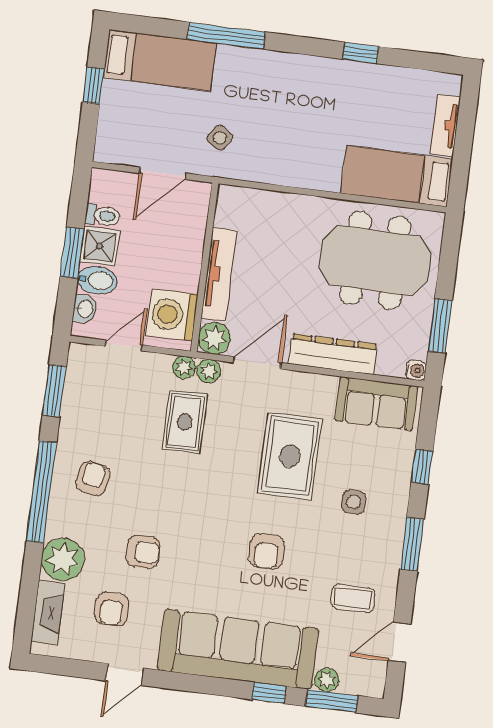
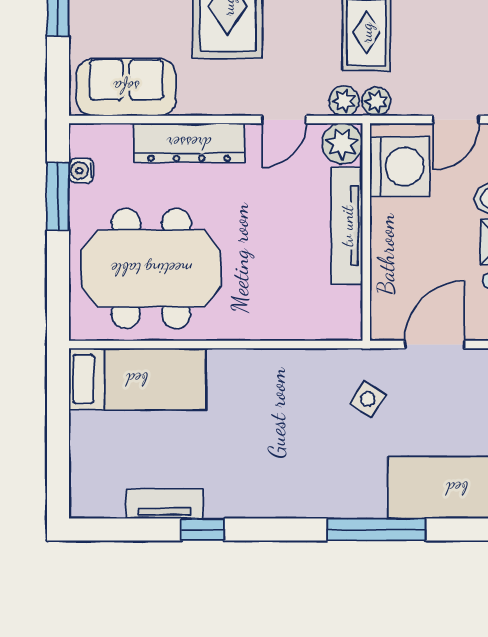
tv unit: (446, 125) -> (164, 504), moved, turned -90
door: (257, 363) -> (284, 120), width x0.73
water cooler: (416, 370) -> (81, 171), moved

